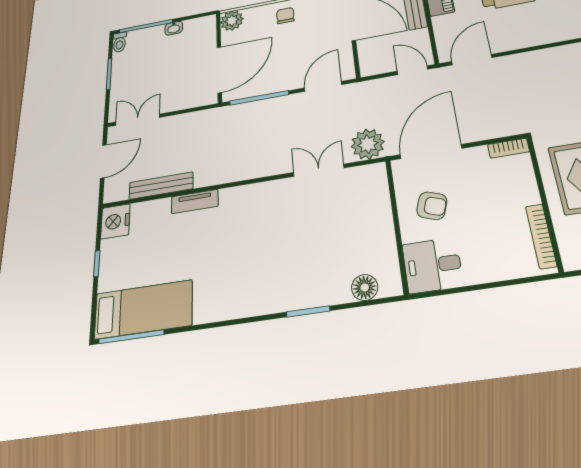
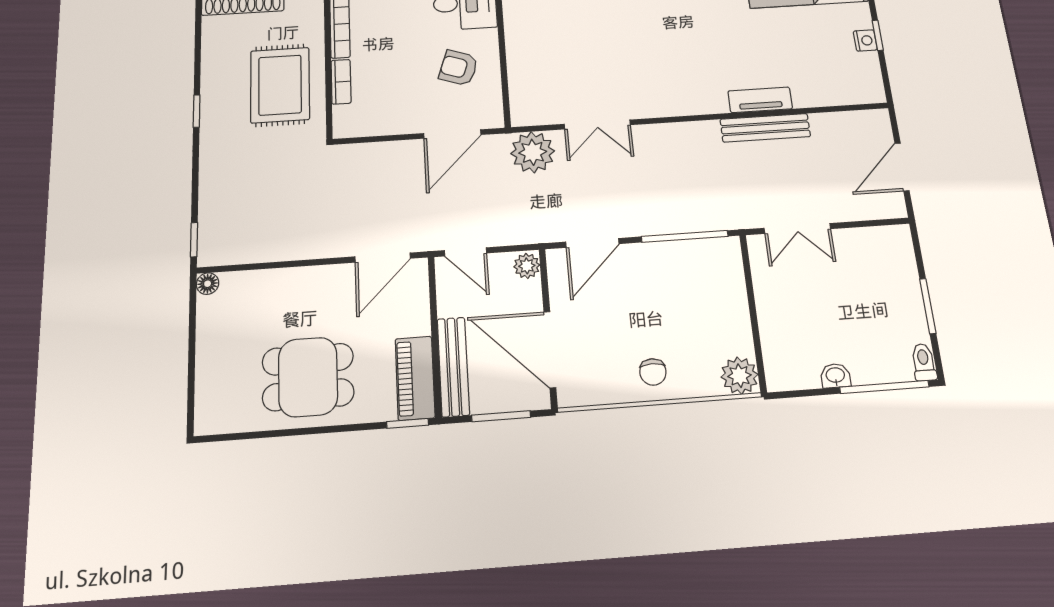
plant: (368, 66) -> (527, 266), added
door: (219, 70) -> (750, 290), removed
double door: (138, 120) -> (797, 229), moved
bookcase: (508, 148) -> (341, 82), moved, turned 90
door: (431, 152) -> (452, 134), width x0.73
bench: (161, 186) -> (765, 128), moved
nightstand: (115, 221) -> (865, 40), moved, width x0.53, depth x0.56

